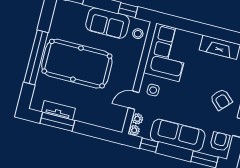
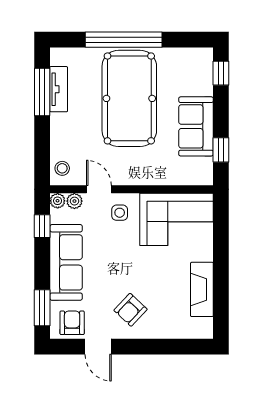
stool: (138, 34) -> (62, 168), moved
armchair: (220, 142) -> (72, 323), turned -90

